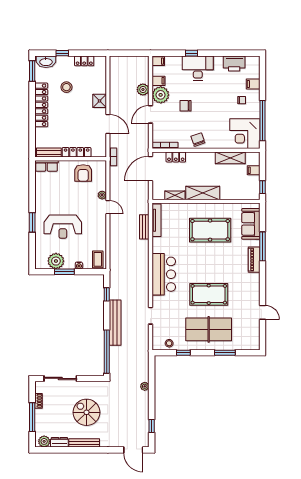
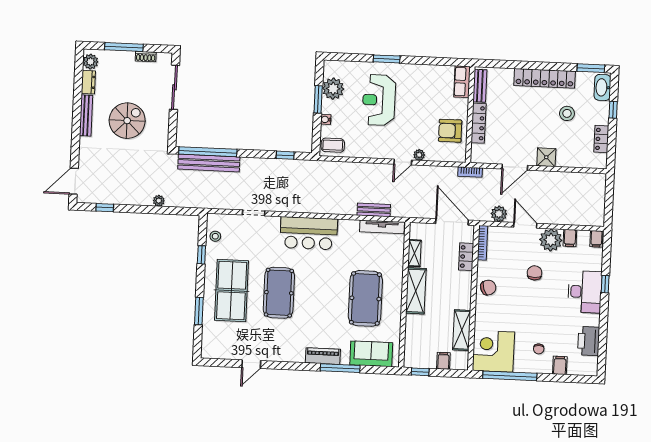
plant: (143, 90) -> (499, 214), moved
bench: (115, 323) -> (209, 163), moved

